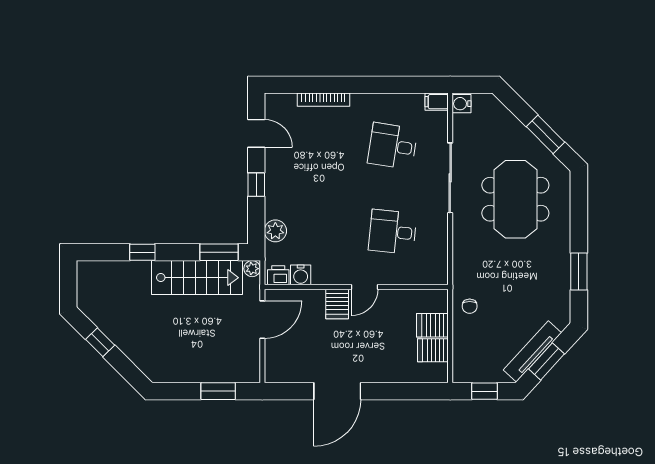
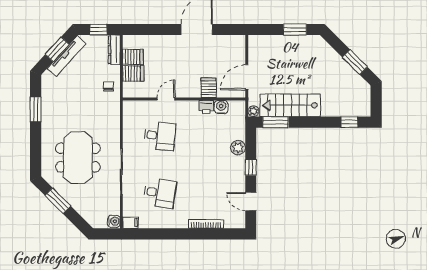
plant: (275, 231) -> (238, 148), moved
window: (142, 252) -> (349, 122), moved
printer: (278, 275) -> (206, 107), moved
door: (365, 287) -> (166, 99), moved
server rack: (337, 304) -> (209, 88), moved
window: (100, 342) -> (355, 62), width x1.50
dresser: (461, 361) -> (114, 50), added
window: (218, 391) -> (295, 30), moved

